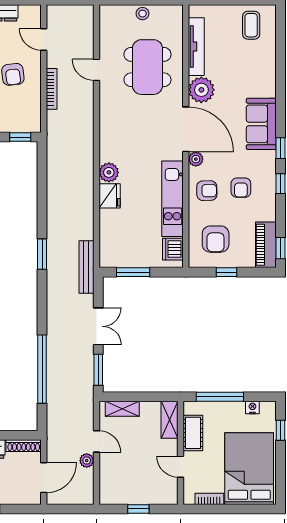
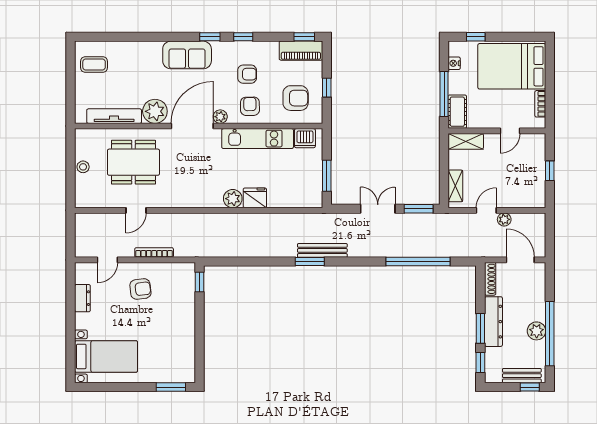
bench: (86, 267) -> (322, 250), moved
cot: (193, 433) -> (457, 112), moved, turned 90

